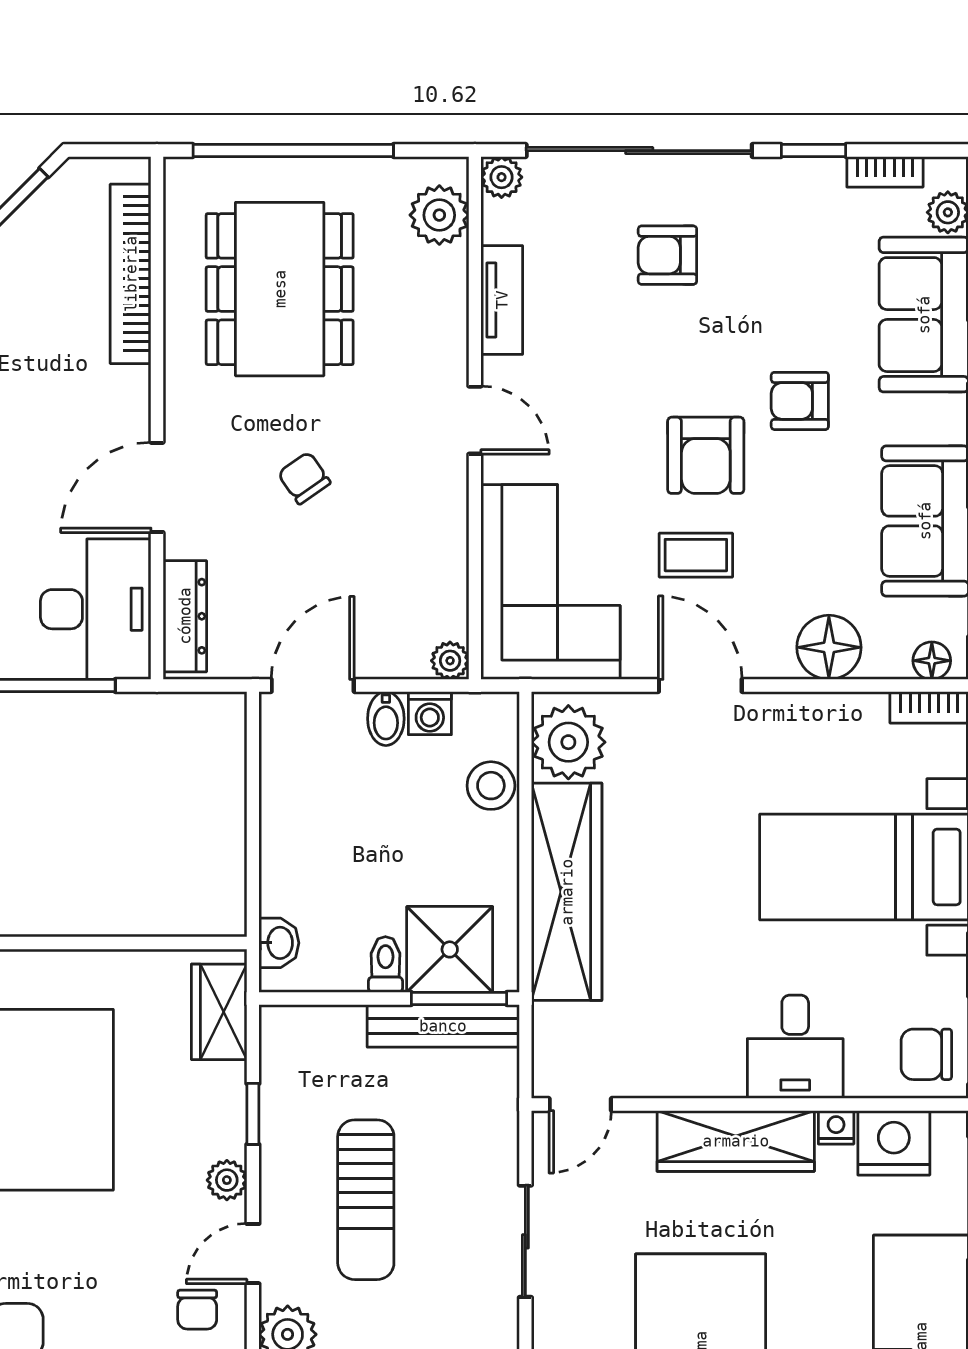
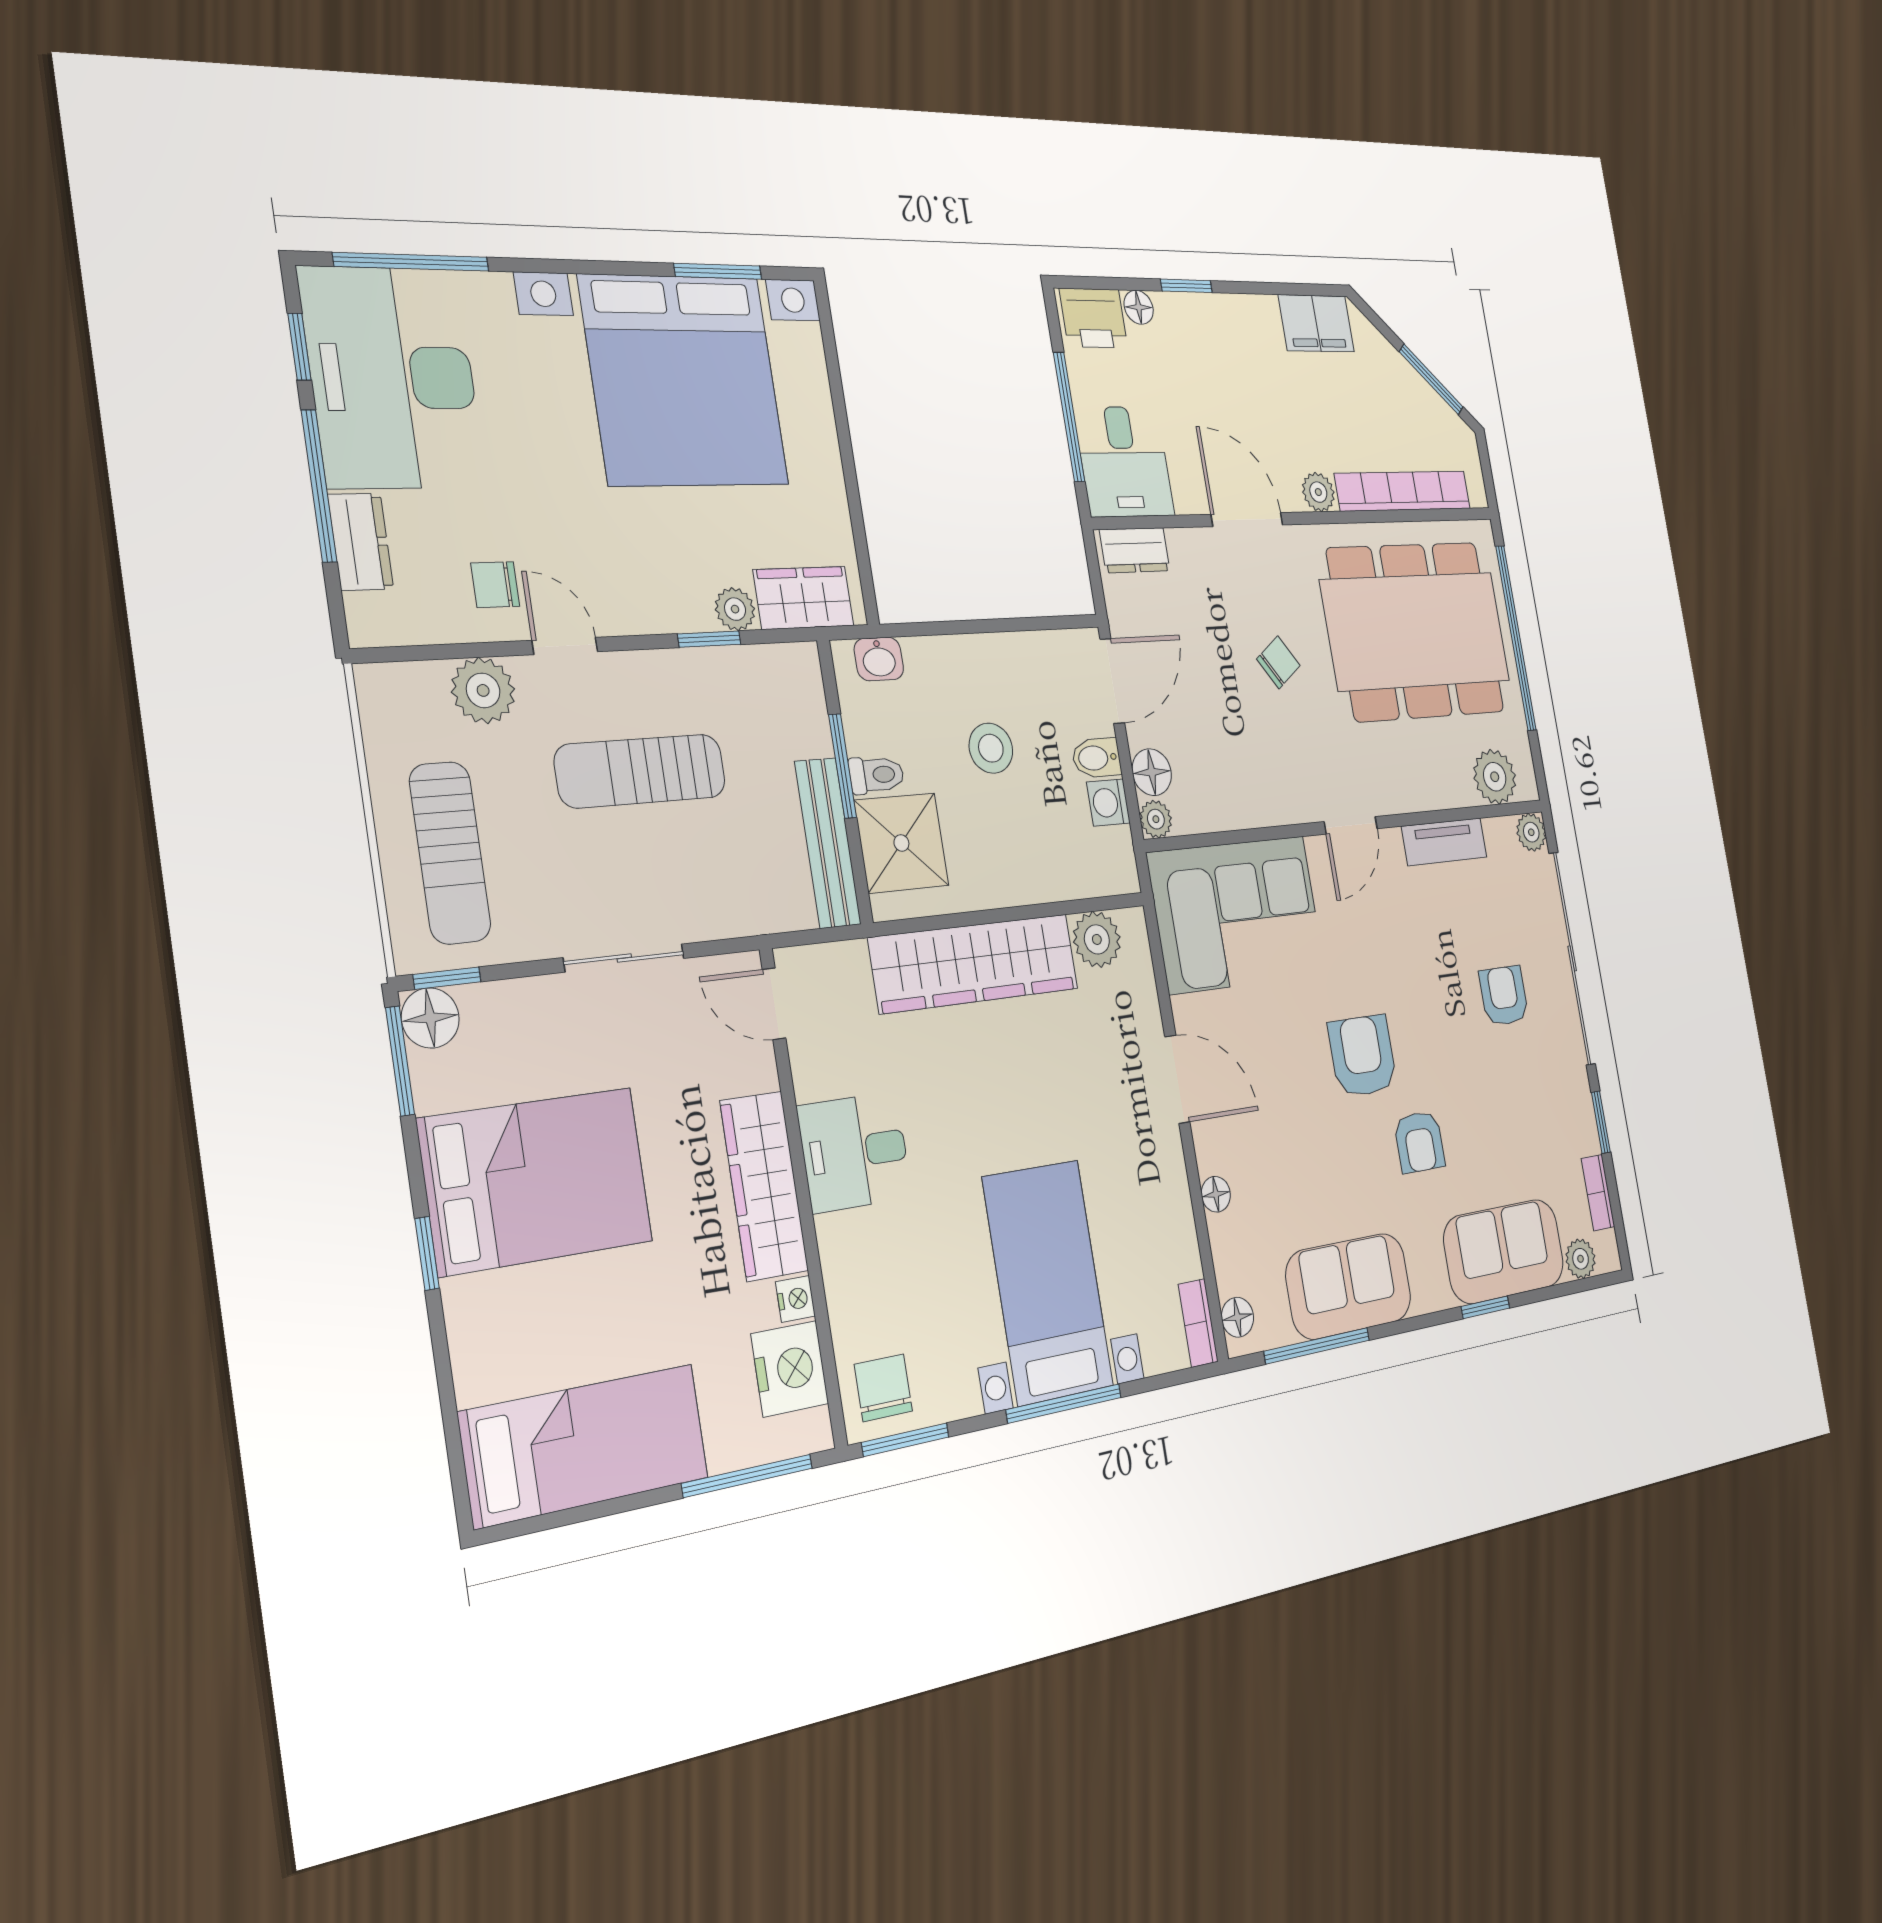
dining table: (280, 289) -> (1416, 631), width x1.36, depth x1.24
plant: (130, 389) -> (1318, 492), added
armchair: (800, 401) -> (1419, 1142), turned 180
armchair: (706, 455) -> (1363, 1056), turned 90
coffee table: (696, 555) -> (1283, 1058), removed
desk: (96, 609) -> (1124, 462), width x0.73
dresser: (185, 616) -> (1135, 550), width x0.70
floor lamp: (829, 647) -> (1216, 1194), width x0.53, depth x0.53
floor lamp: (404, 656) -> (1152, 772), added
door: (313, 686) -> (1112, 681), hinge flipped
door: (700, 686) -> (1177, 1079), hinge flipped
plant: (568, 742) -> (1097, 939), width x0.73, depth x0.73
stool: (491, 786) -> (991, 748), moved
window: (459, 998) -> (843, 766), moved
desk: (795, 1047) -> (855, 1152), moved
plant: (227, 1180) -> (735, 609), moved

